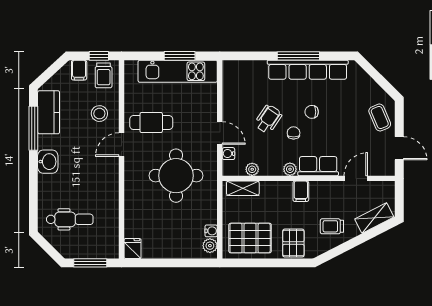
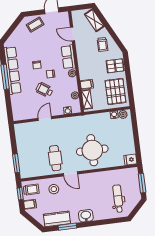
window: (180, 56) -> (16, 163), moved
kitchen unit: (178, 71) -> (23, 146), removed
window: (33, 128) -> (67, 227), width x0.69
door: (220, 133) -> (45, 119), moved
round table: (176, 176) -> (92, 150), moved
filing cabinet: (301, 191) -> (87, 84), moved

